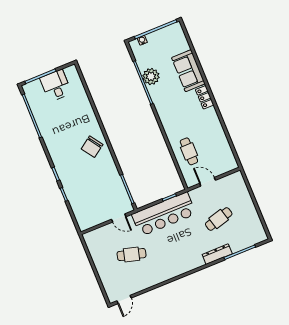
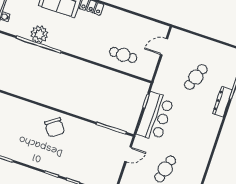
door: (208, 182) -> (164, 47), moved
bar counter: (164, 214) -> (155, 117), width x0.73
cafe table: (219, 219) -> (196, 77), turned 36

